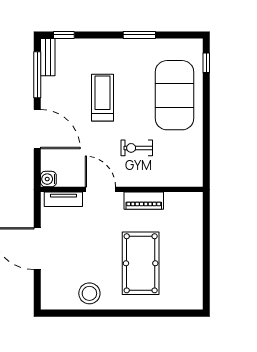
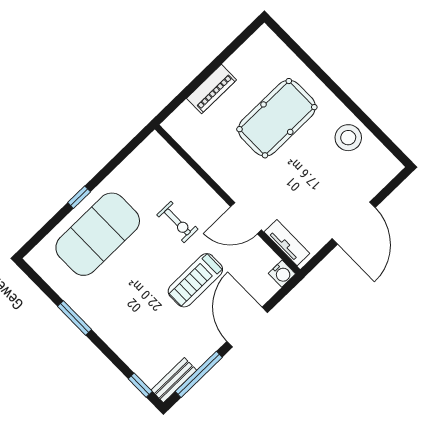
window: (206, 63) -> (79, 197), moved
treadmill: (103, 98) -> (195, 280), moved
door: (100, 189) -> (246, 218), hinge flipped
piano: (144, 201) -> (212, 89), moved, turned 90

